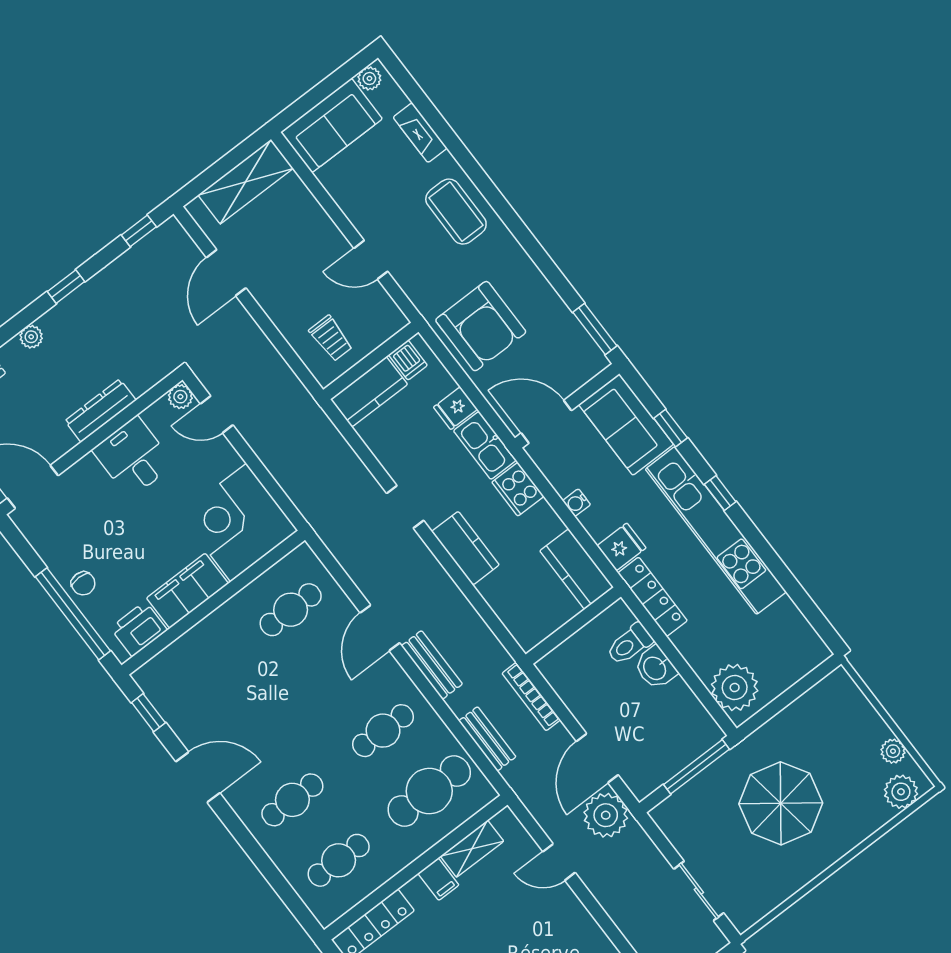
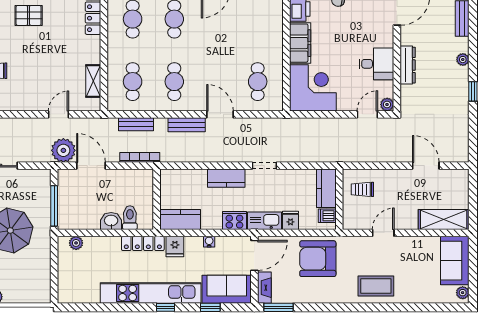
fireplace: (420, 133) -> (264, 288), moved, turned 90
shelving: (246, 182) -> (444, 220), moved, turned 90
window: (139, 231) -> (473, 142), removed
plant: (735, 687) -> (76, 243), width x0.53, depth x0.53
cafe table: (429, 791) -> (133, 82), width x0.73, depth x0.74
filing cabinet: (438, 879) -> (91, 56), removed

